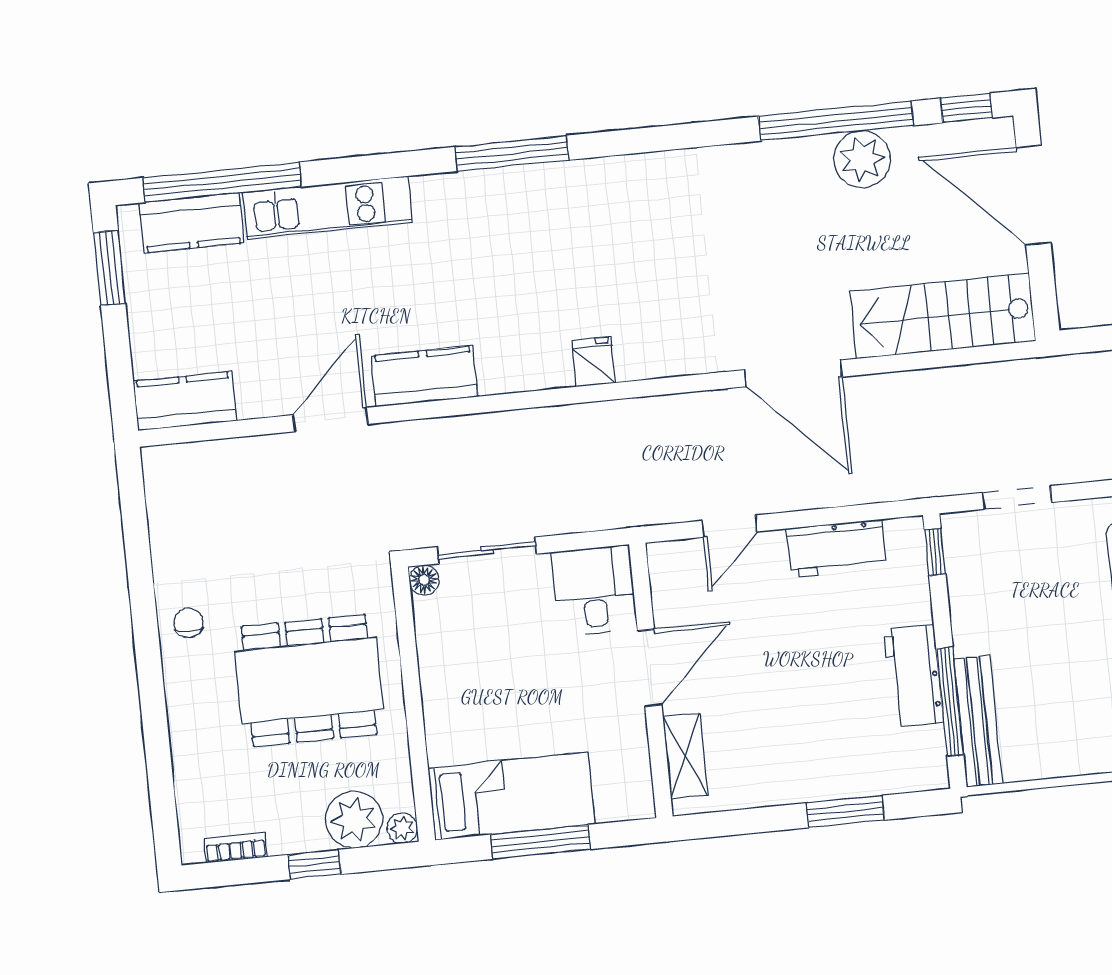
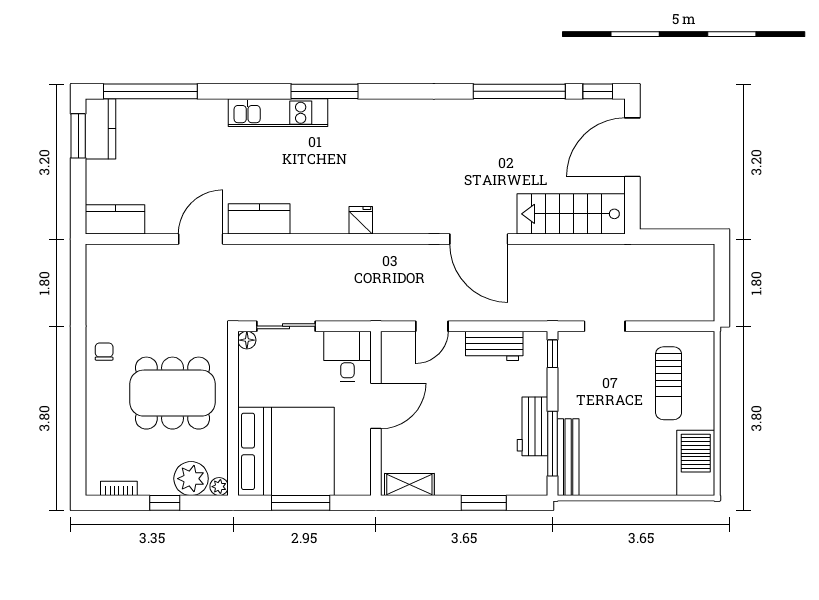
plant: (862, 159) -> (533, 116), removed
door: (1034, 195) -> (632, 147), hinge flipped
kitchen unit: (327, 207) -> (278, 113), moved
kitchen counter: (192, 223) -> (101, 129), moved, turned -90
shelving: (685, 756) -> (409, 485), moved, turned 90
bed: (511, 796) -> (286, 451), width x2.04

